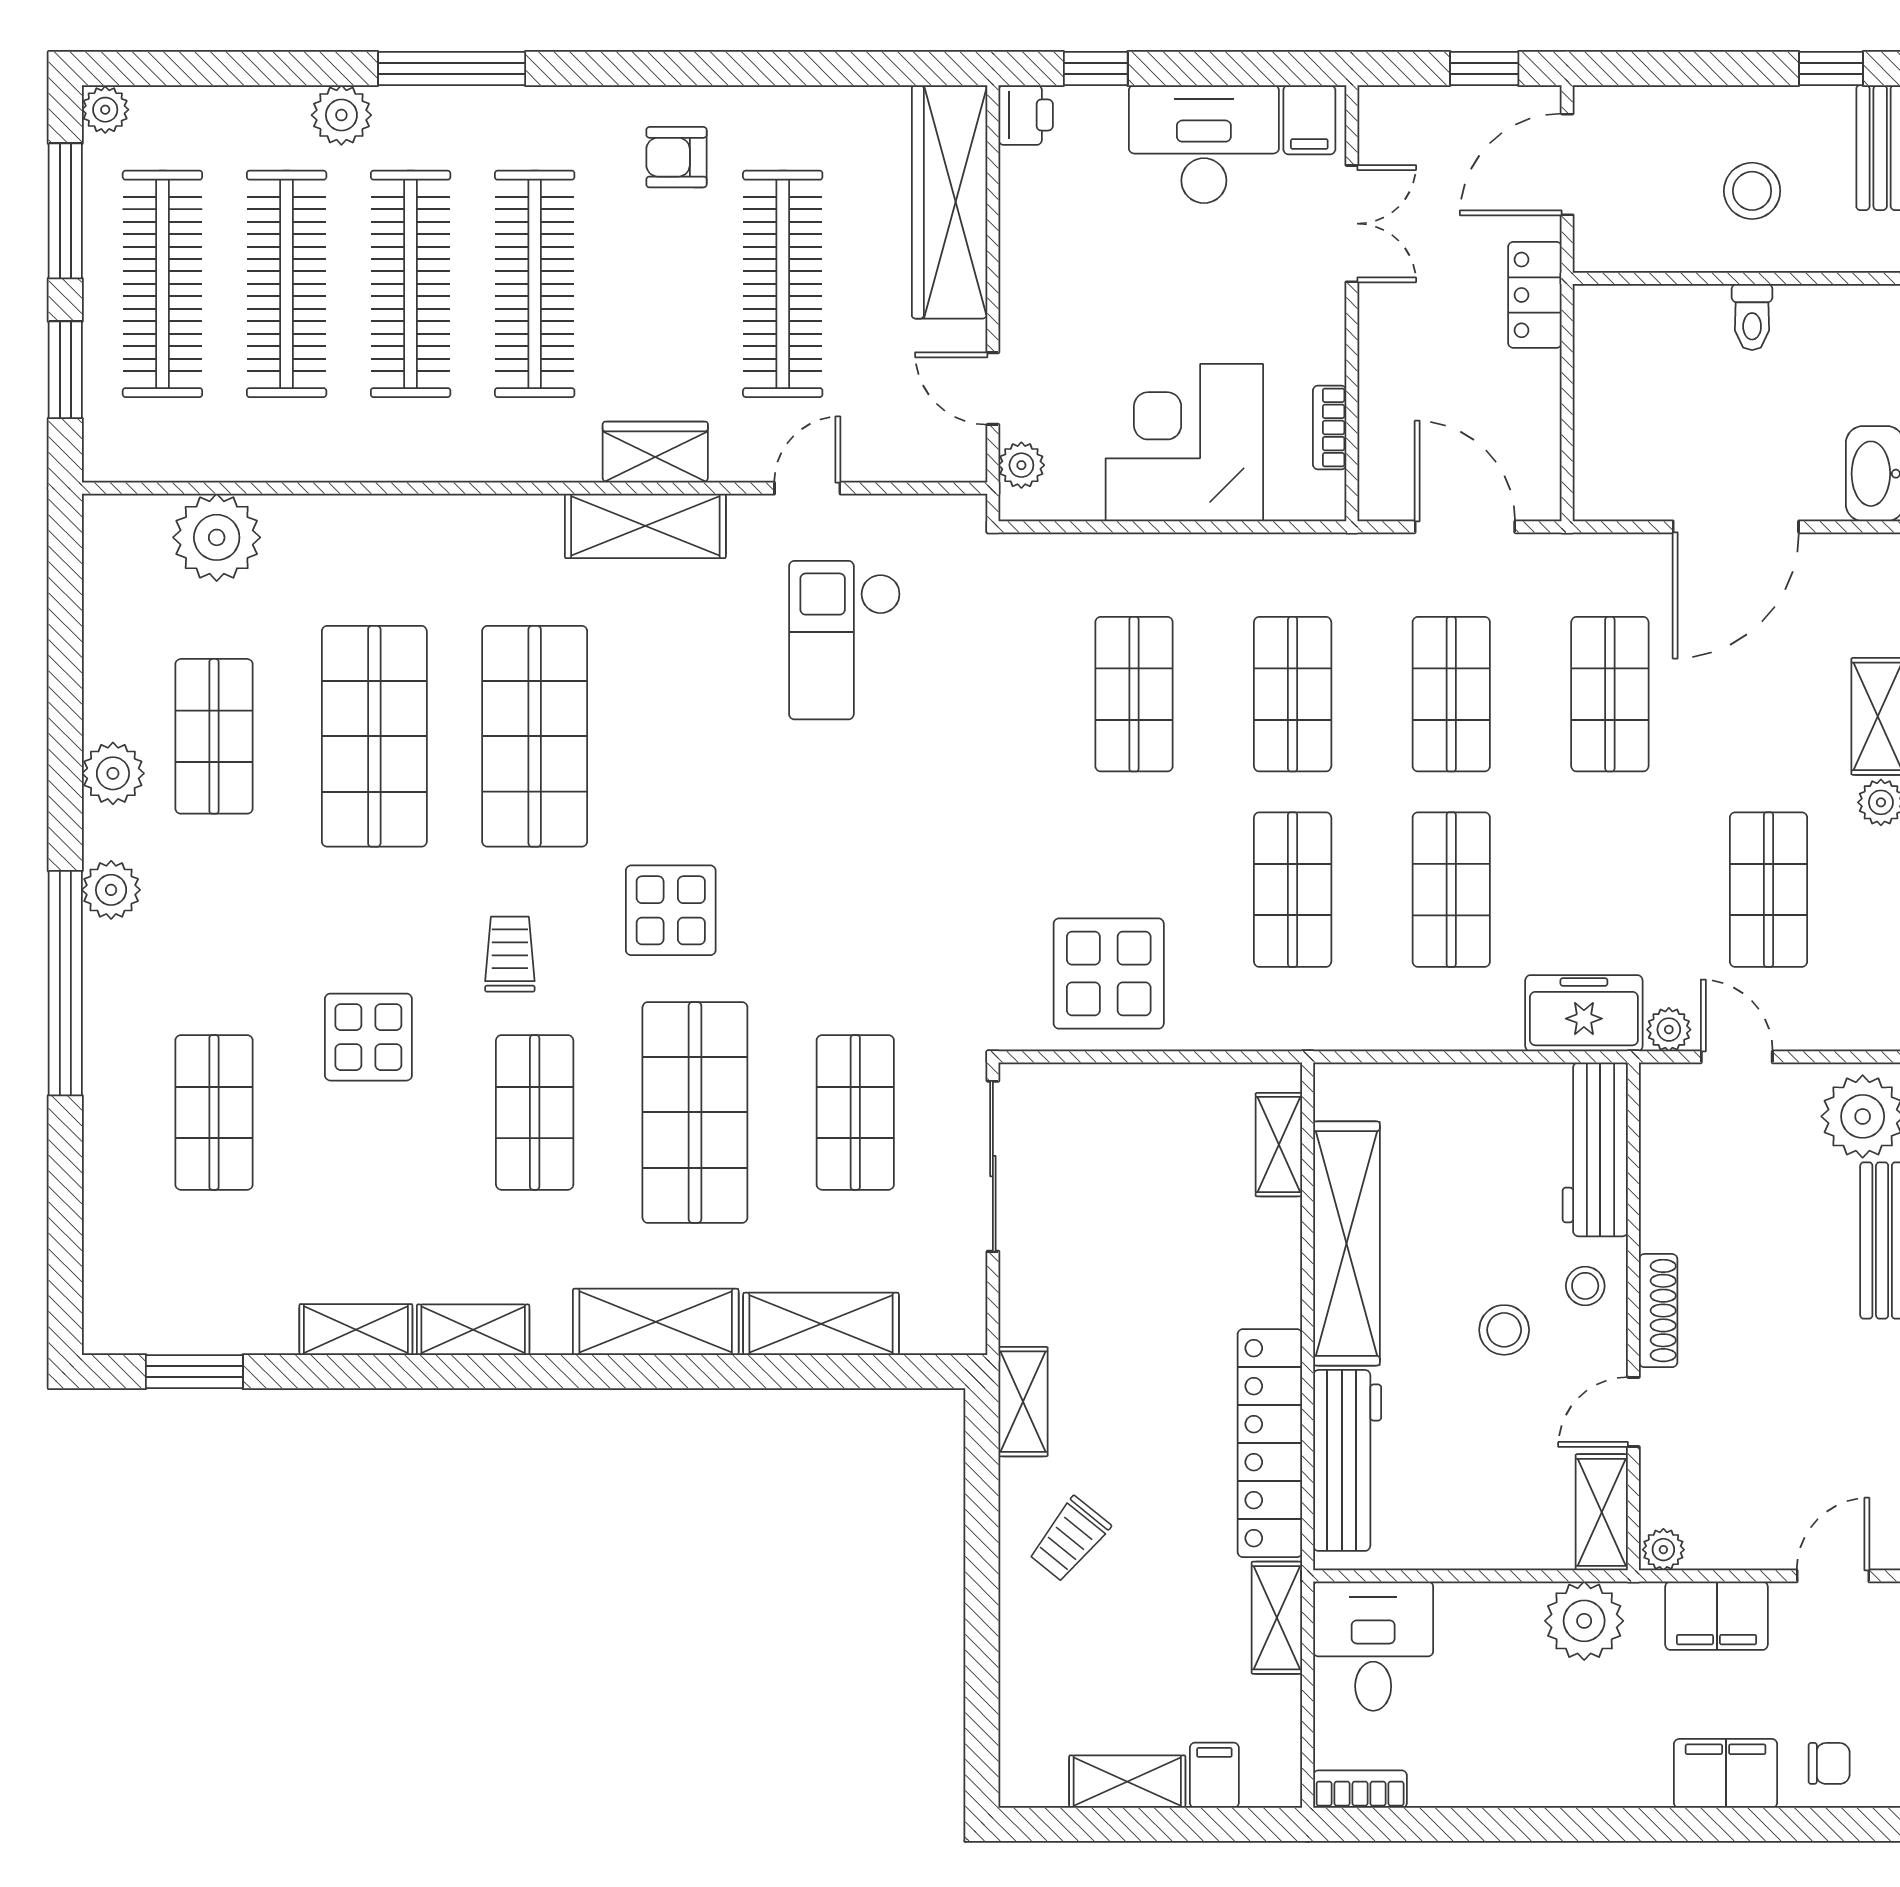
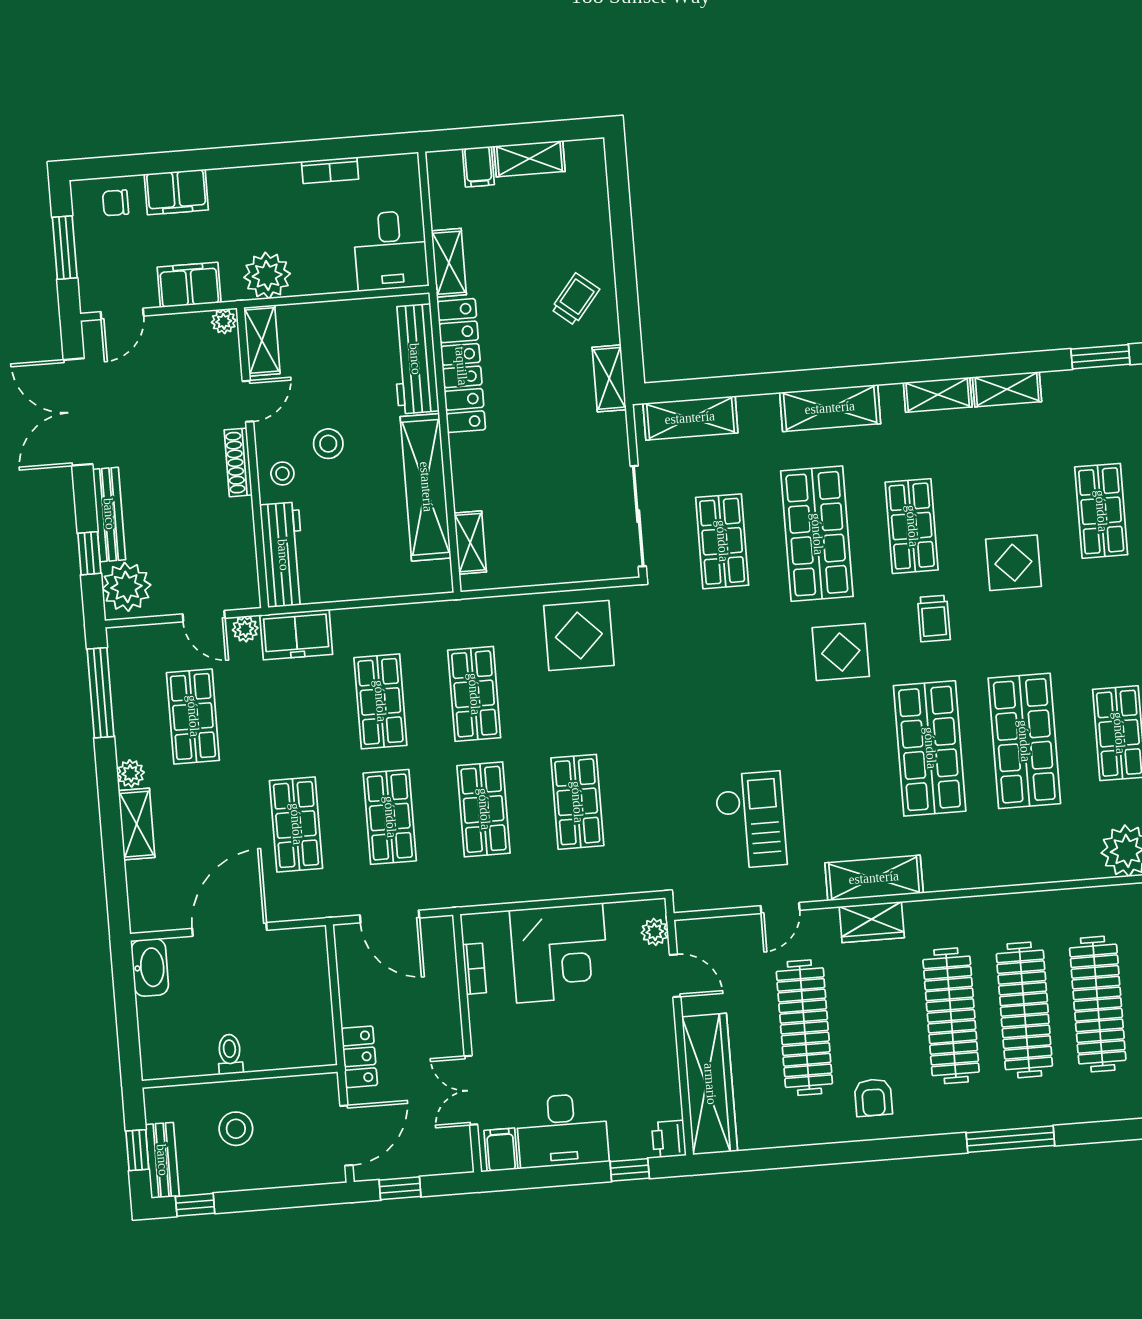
plant: (341, 115) -> (1073, 1106), removed
armchair: (677, 157) -> (873, 1097), turned 90
shelving: (821, 1324) -> (690, 418), moved
bookcase: (1360, 1789) -> (330, 170), moved

